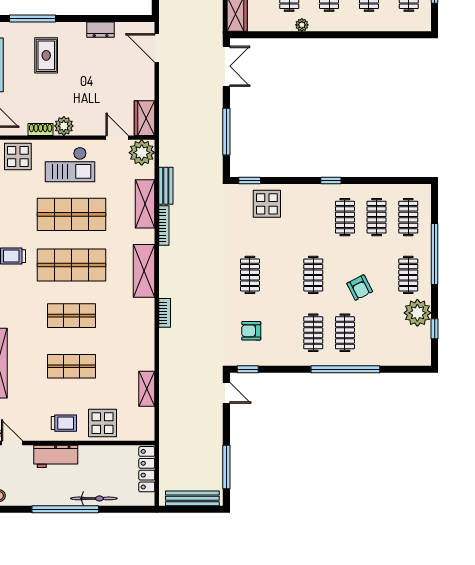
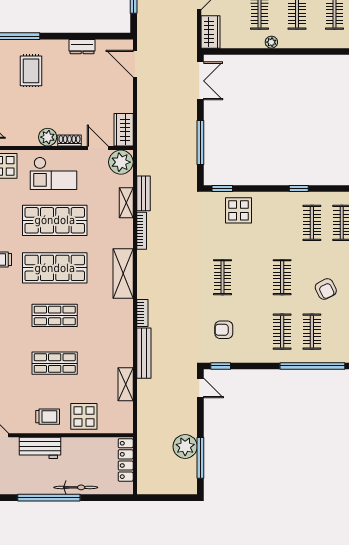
shoe rack: (41, 130) -> (69, 140), moved
shelving: (145, 204) -> (126, 203), width x0.67, depth x0.75
plant: (210, 455) -> (185, 446), added
bench: (192, 498) -> (144, 353), moved, turned 90

